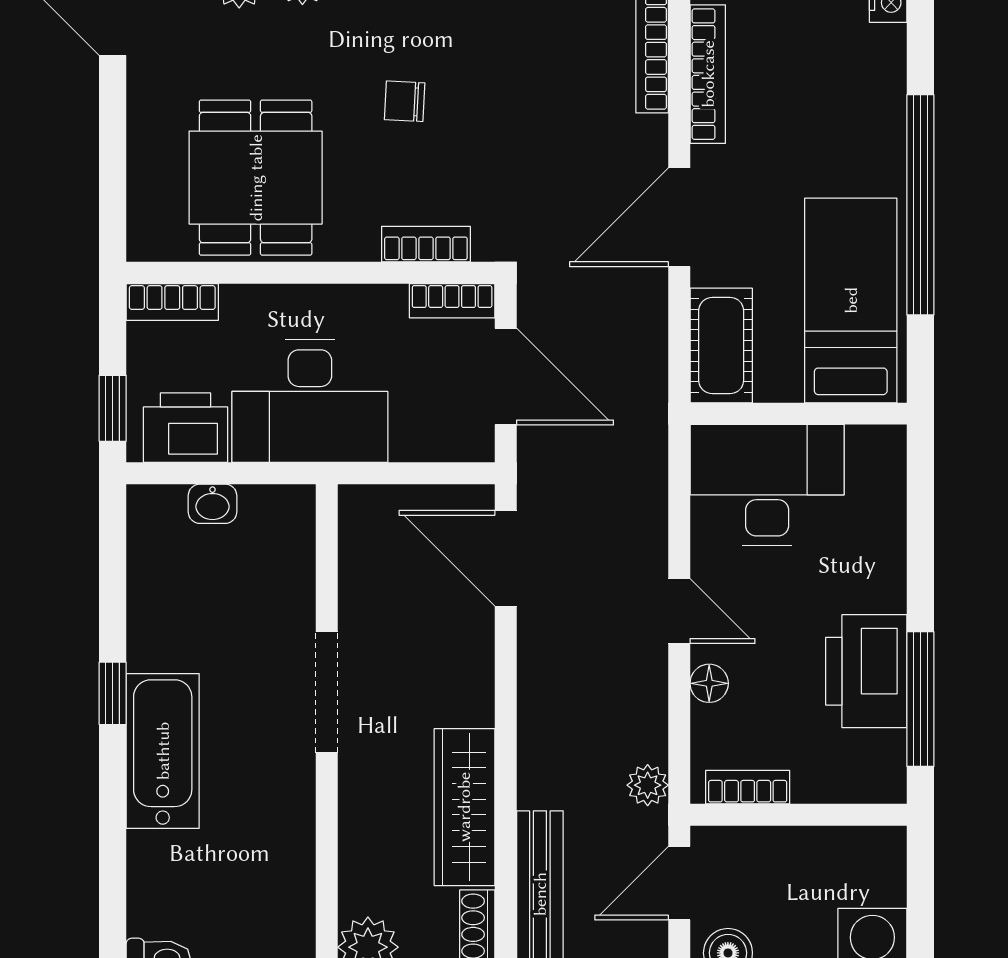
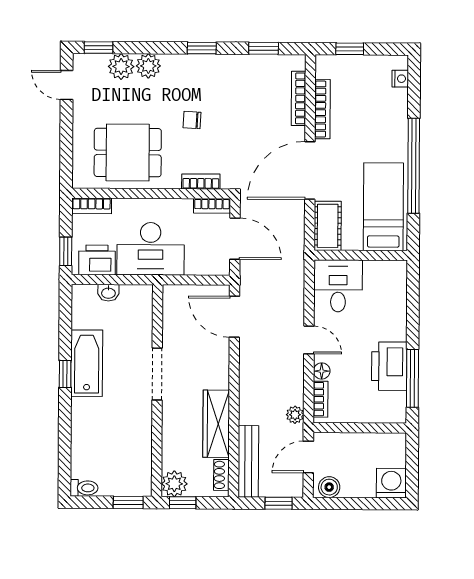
dining table: (256, 178) -> (128, 153), turned 90
door: (679, 217) -> (310, 171), width x1.36
desk: (767, 485) -> (338, 286), width x0.73
bathtub: (163, 751) -> (87, 363), moved
bookcase: (748, 787) -> (321, 399), moved, turned 90

